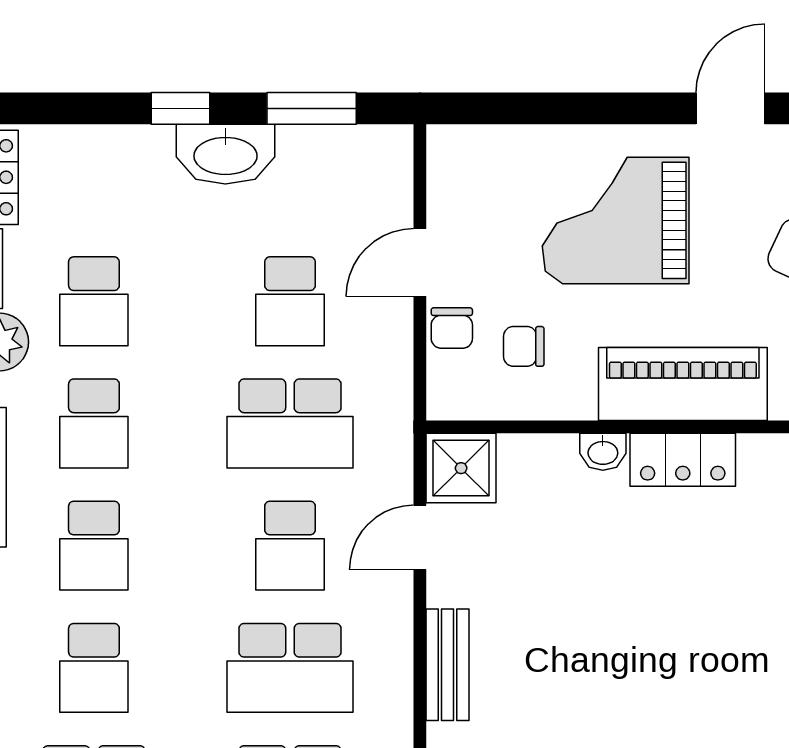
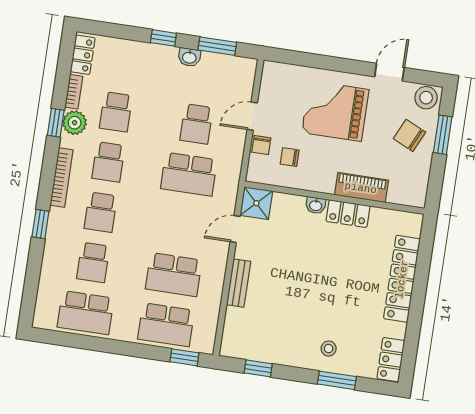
washbasin: (225, 154) -> (189, 57), width x0.52, depth x0.69
piano: (683, 384) -> (361, 188), width x0.73, depth x0.75
school desk: (290, 546) -> (181, 224), removed

